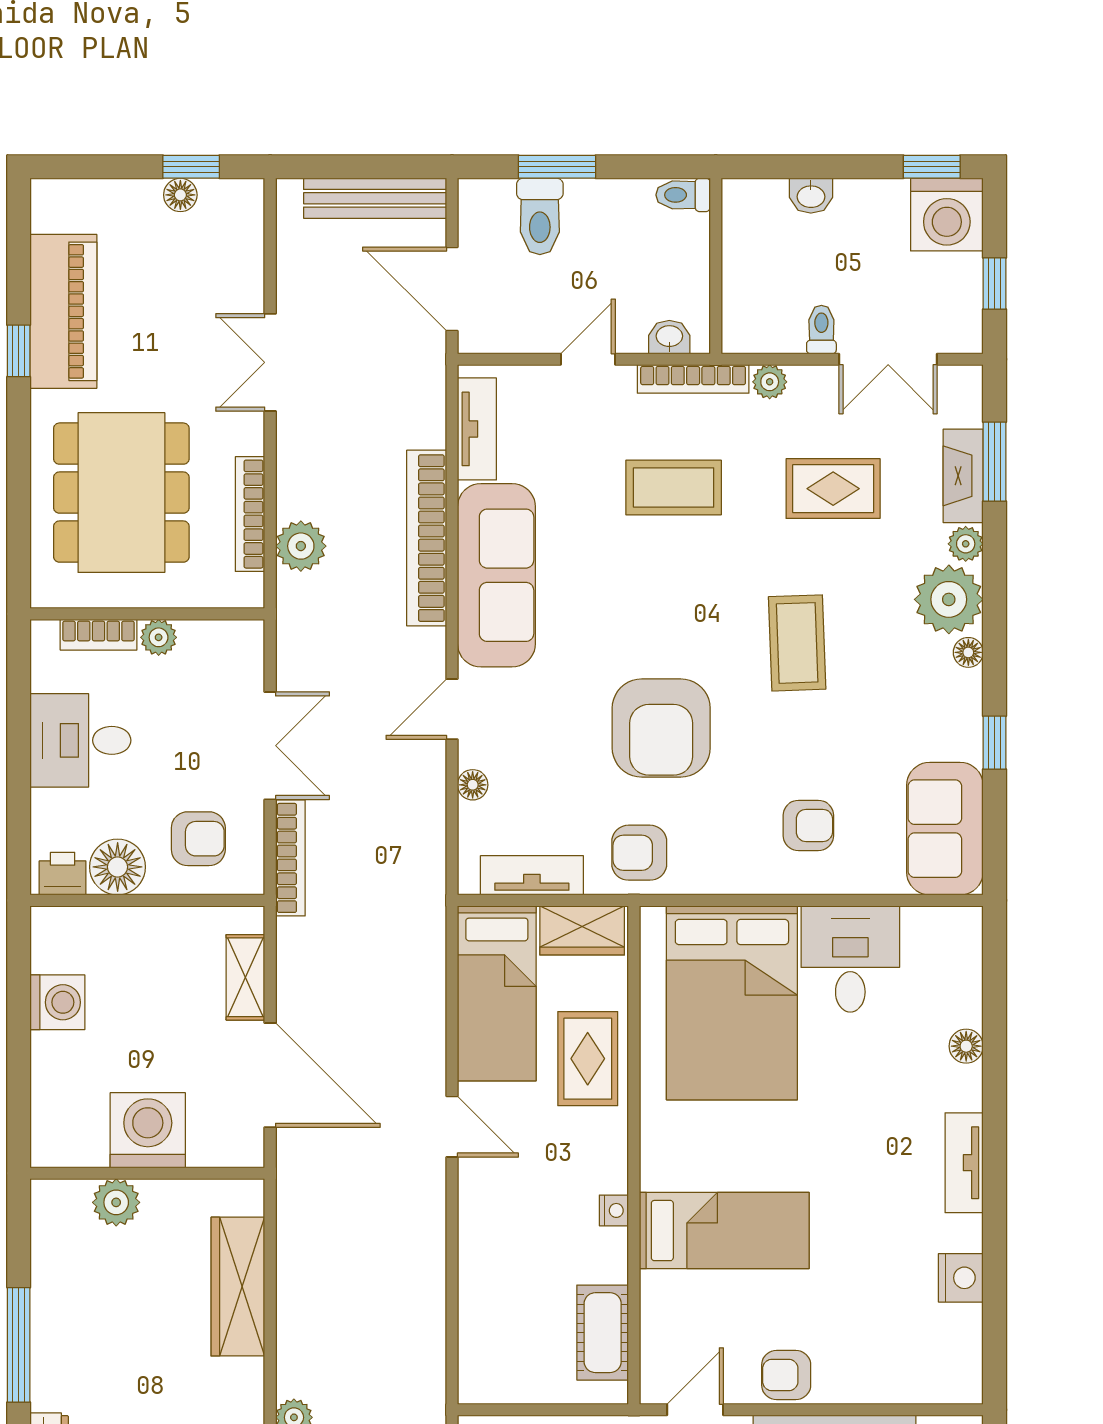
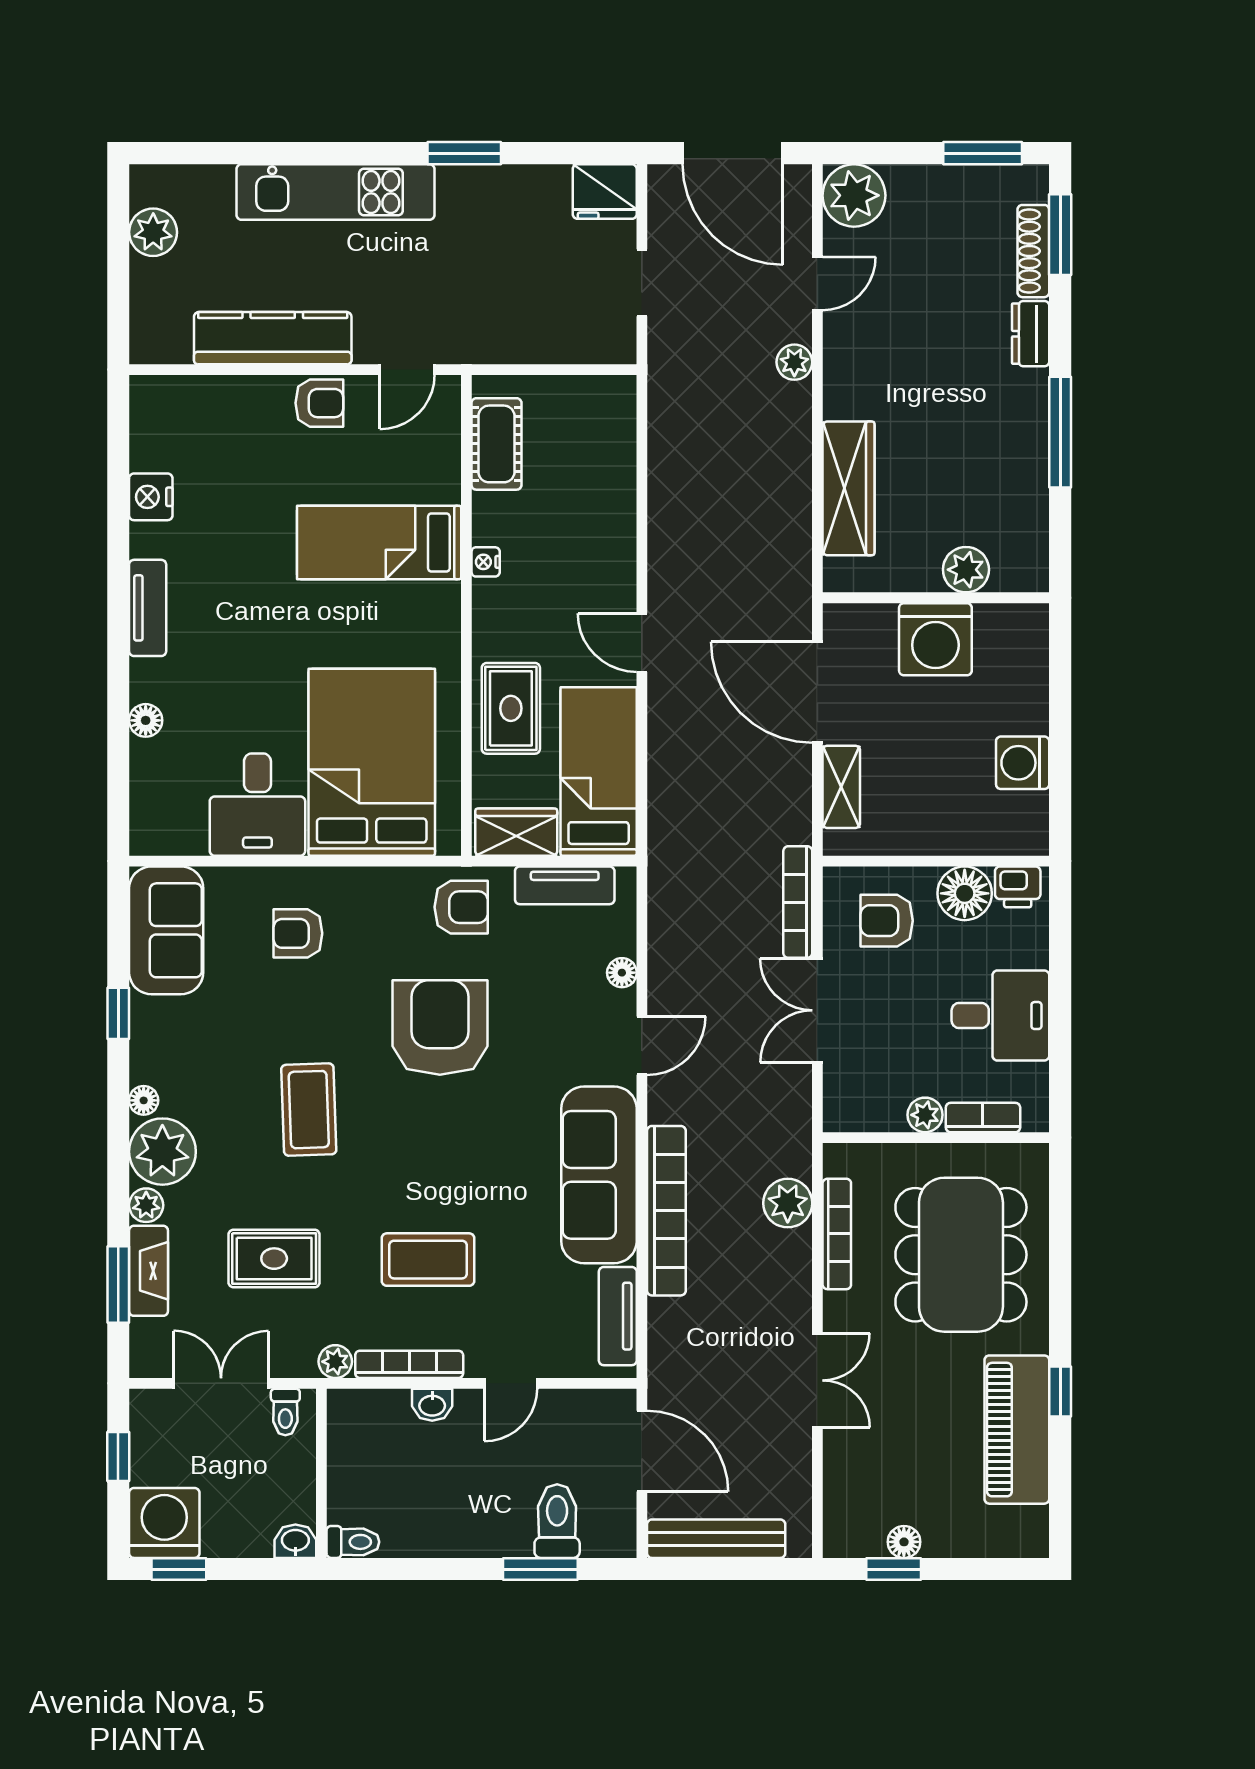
toilet: (683, 195) -> (353, 1542), moved
wall: (716, 266) -> (321, 1473), moved

